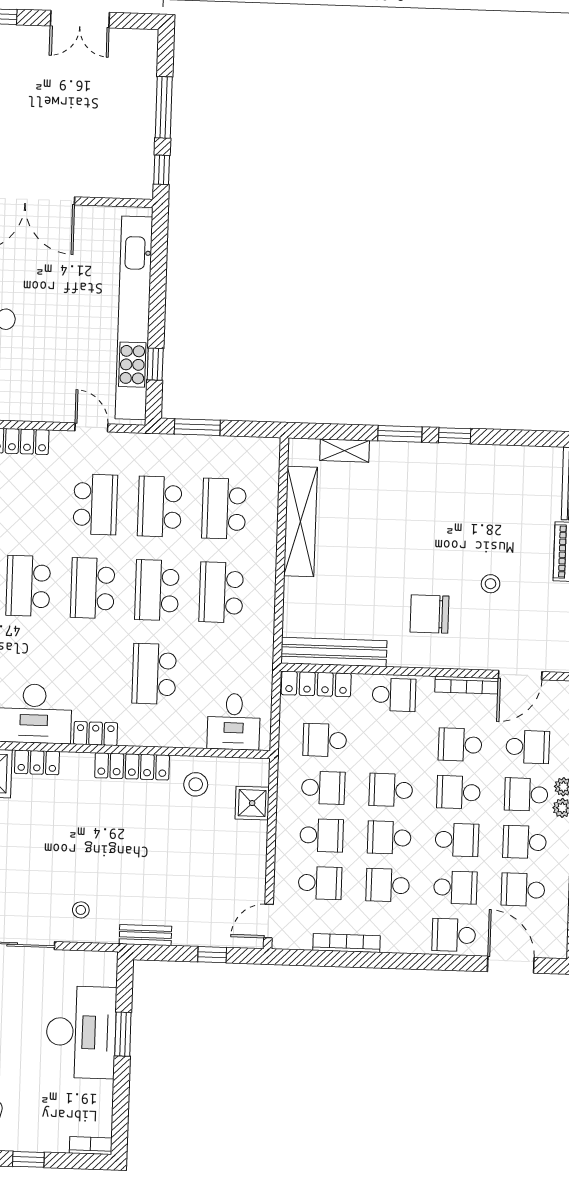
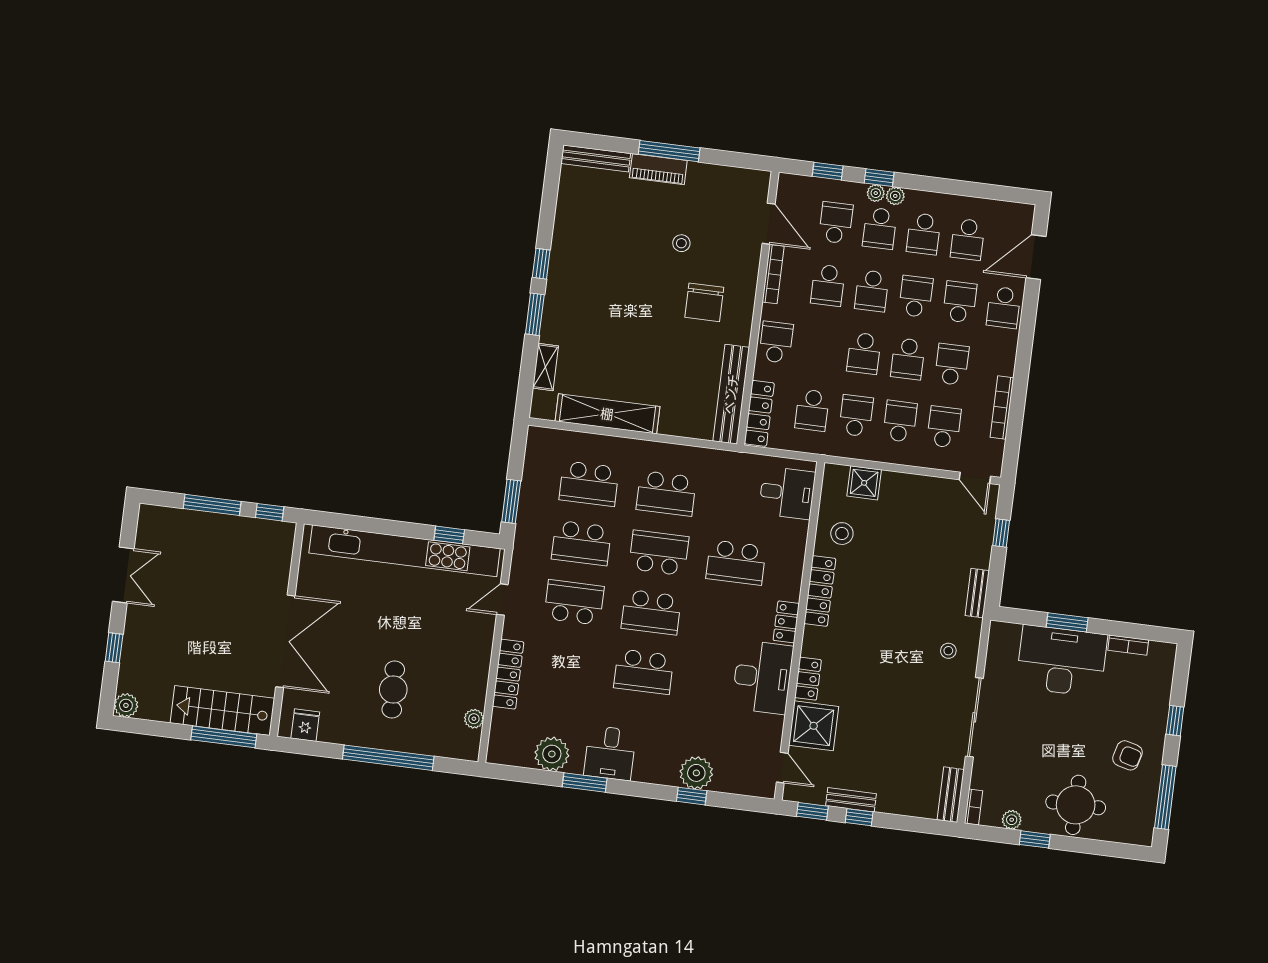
school desk: (157, 590) -> (659, 553), turned 180
school desk: (388, 885) -> (952, 364), turned 180
bookcase: (91, 1146) -> (1128, 645), moved, turned -90

